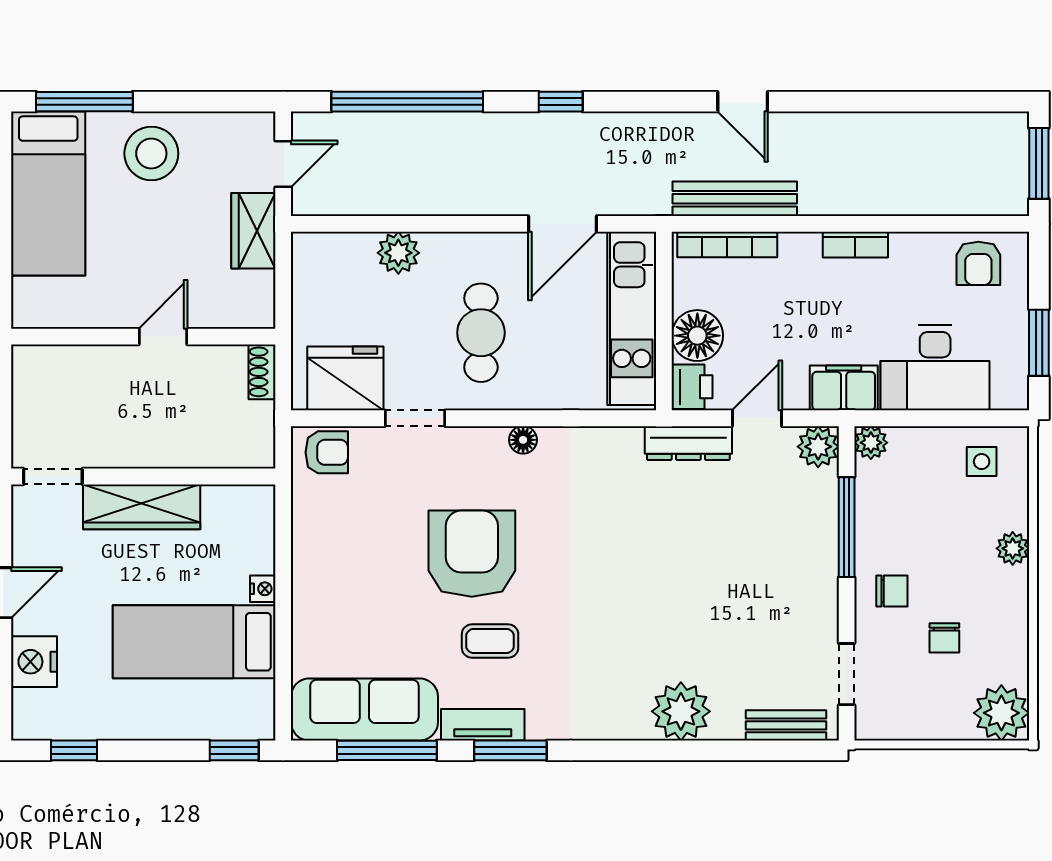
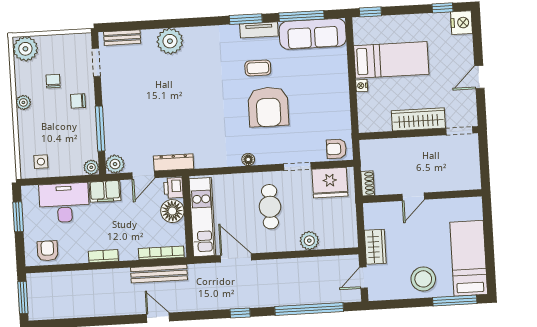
door: (563, 224) -> (236, 258), hinge flipped
plant: (1013, 548) -> (23, 102), moved
nightstand: (34, 662) -> (461, 23), moved

